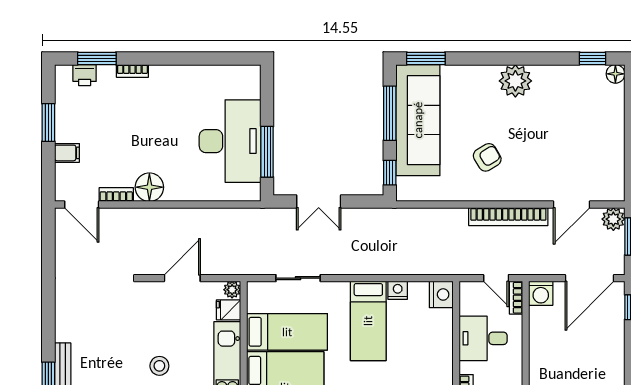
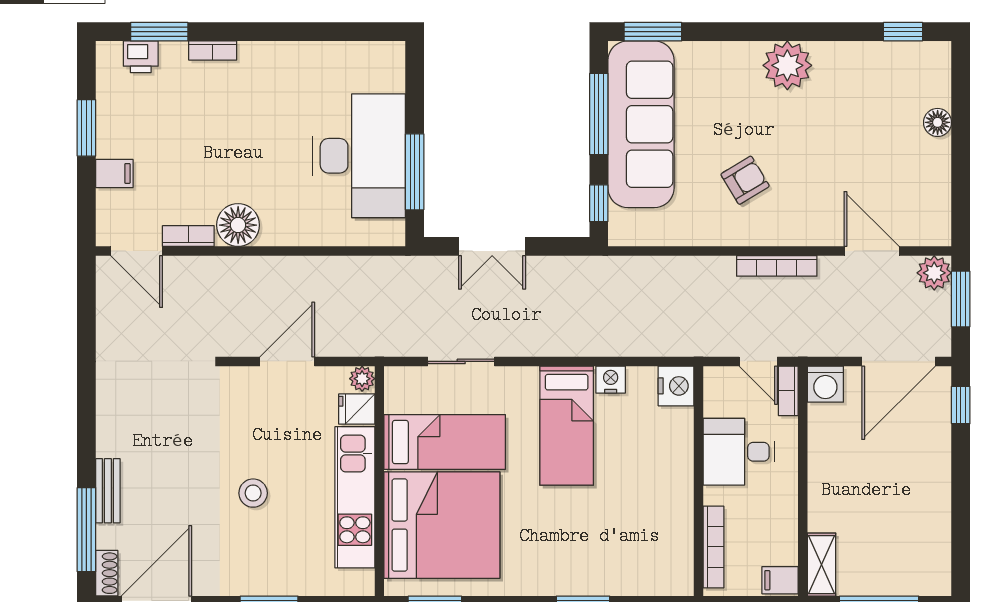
floor lamp: (615, 74) -> (938, 122), moved
door: (572, 205) -> (872, 251), swing flipped
bookcase: (508, 217) -> (777, 266), width x0.68, depth x0.76

